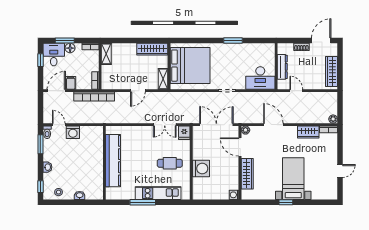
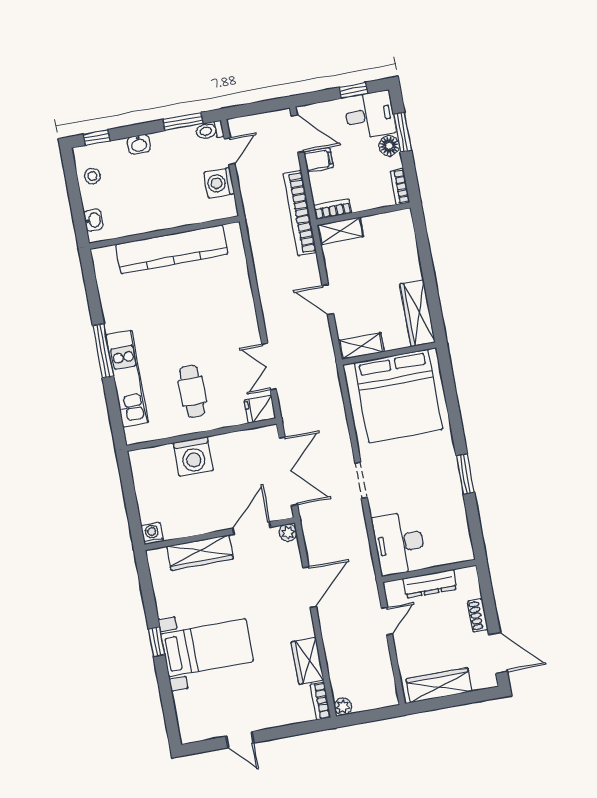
shelving: (106, 54) -> (340, 231), moved
kitchen counter: (113, 161) -> (172, 249), moved
wall: (104, 163) -> (164, 232), moved

